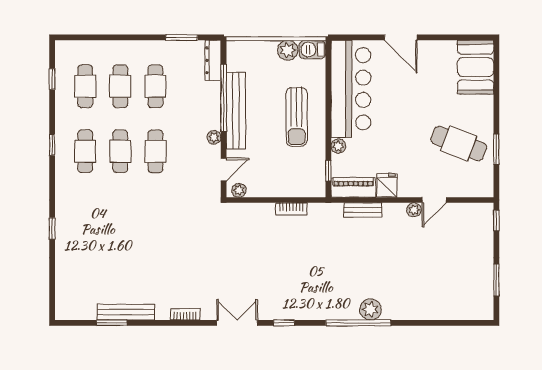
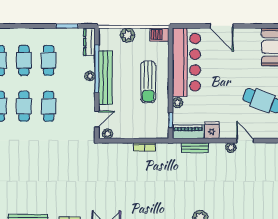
plant: (288, 50) -> (127, 35), moved
plant: (214, 137) -> (90, 76), moved
door: (434, 200) -> (245, 141), swing flipped

